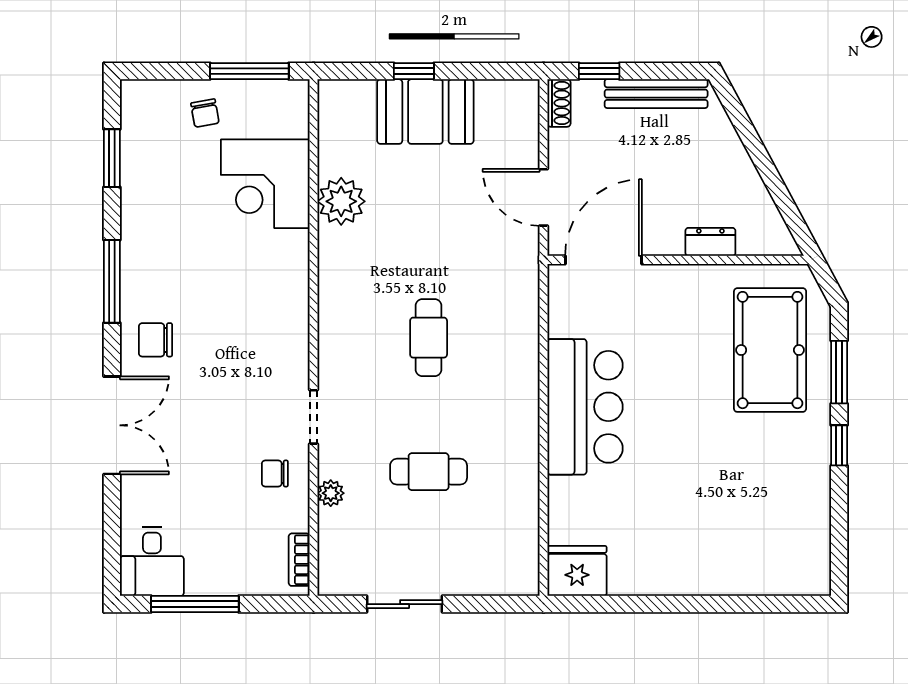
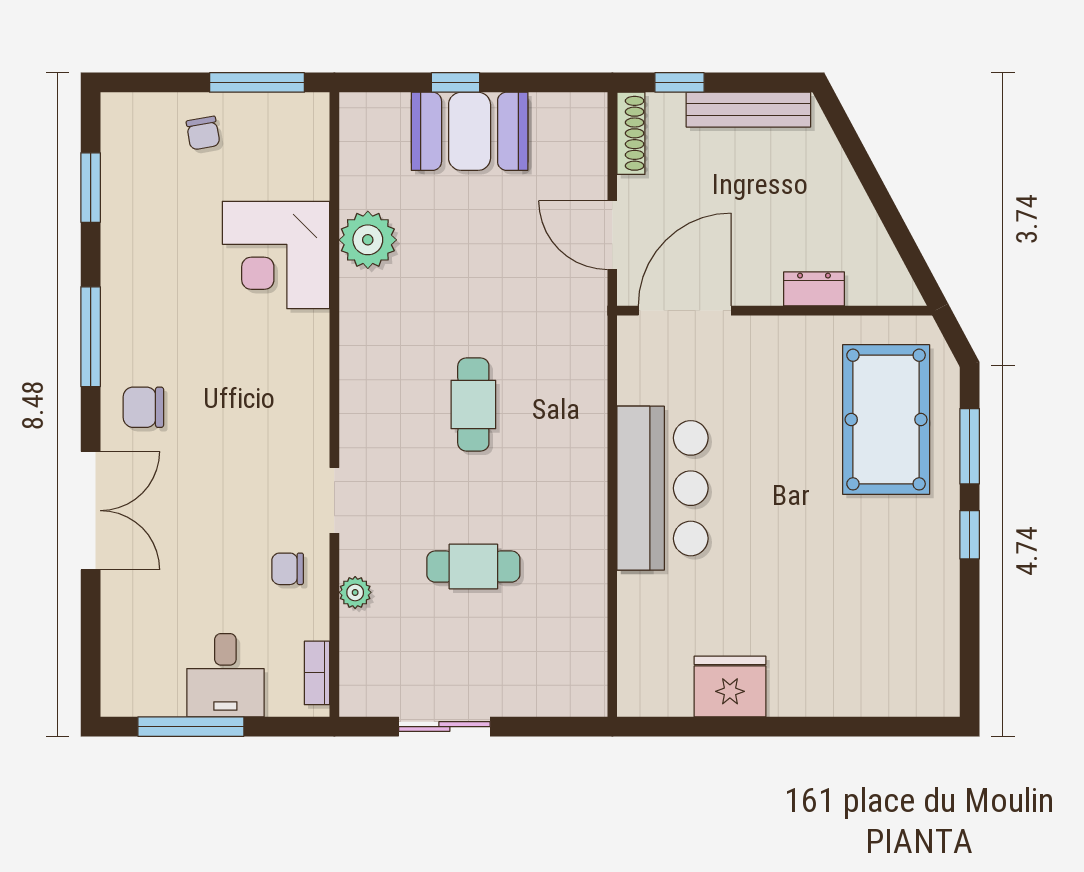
shoe rack: (559, 103) -> (631, 133), width x1.43
corner desk: (265, 184) -> (276, 255), moved
desk: (152, 562) -> (225, 675), moved
fridge: (577, 571) -> (730, 686), moved

